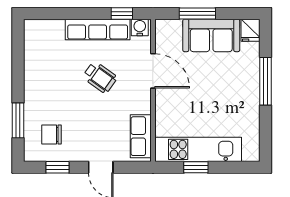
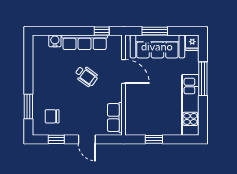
water cooler: (140, 27) -> (55, 41), moved
sofa: (211, 35) -> (157, 46), width x1.36
kitchen unit: (198, 149) -> (190, 105), moved, turned -90

